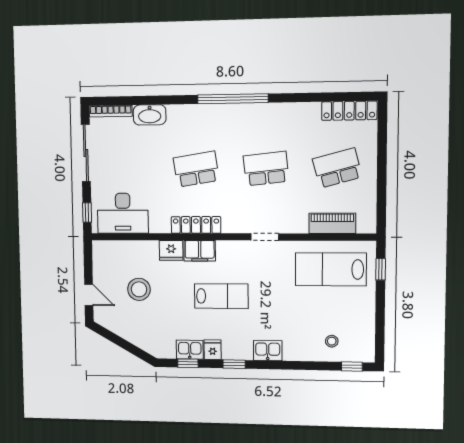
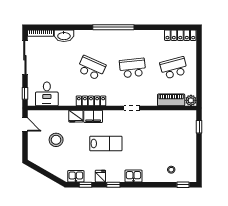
school desk: (196, 169) -> (91, 68), turned 33
desk: (123, 213) -> (47, 94), width x0.73
plant: (367, 224) -> (191, 100), added
lab bench: (331, 269) -> (170, 127), removed
door: (89, 295) -> (25, 125), moved
kitchen sink: (190, 350) -> (76, 176), moved

